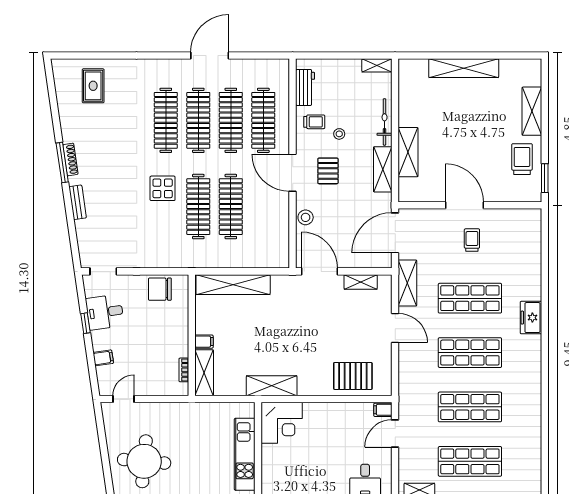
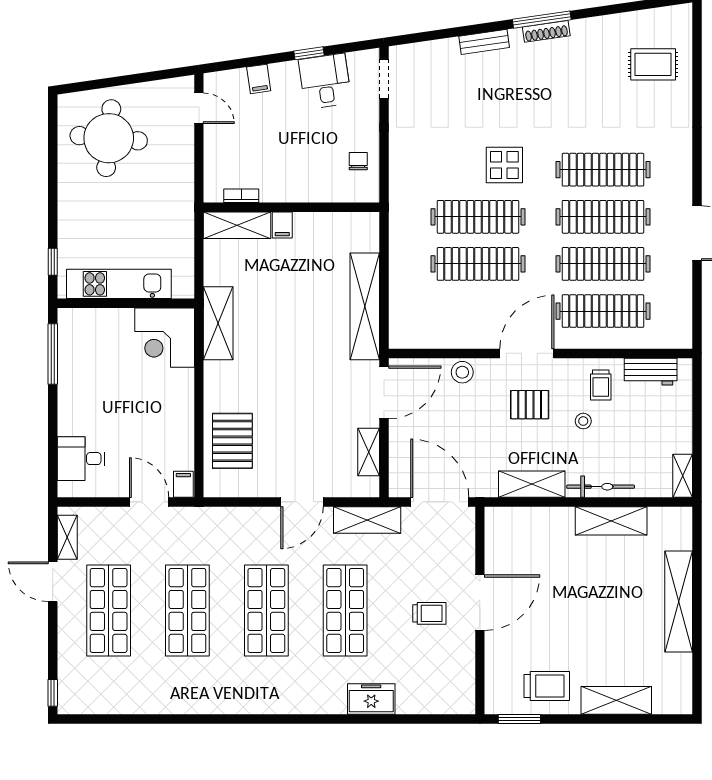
shelving: (408, 152) -> (611, 521), moved
shelving: (233, 285) -> (365, 306), moved
chair: (160, 289) -> (358, 161), width x0.54, depth x0.54
freezer: (531, 318) -> (371, 699), moved

